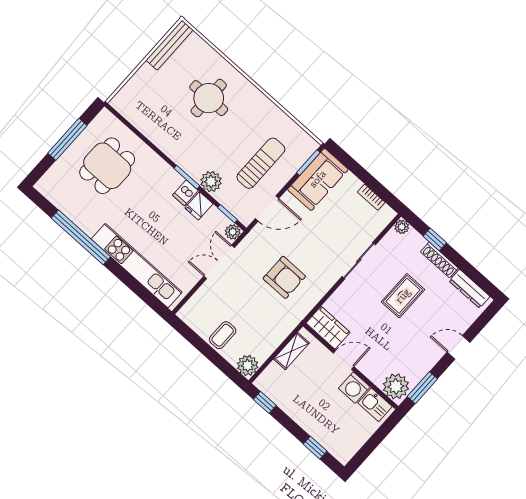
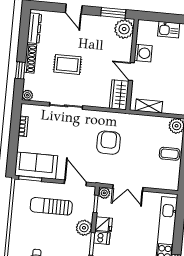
kitchen sink: (375, 405) -> (169, 30), moved, turned 90

